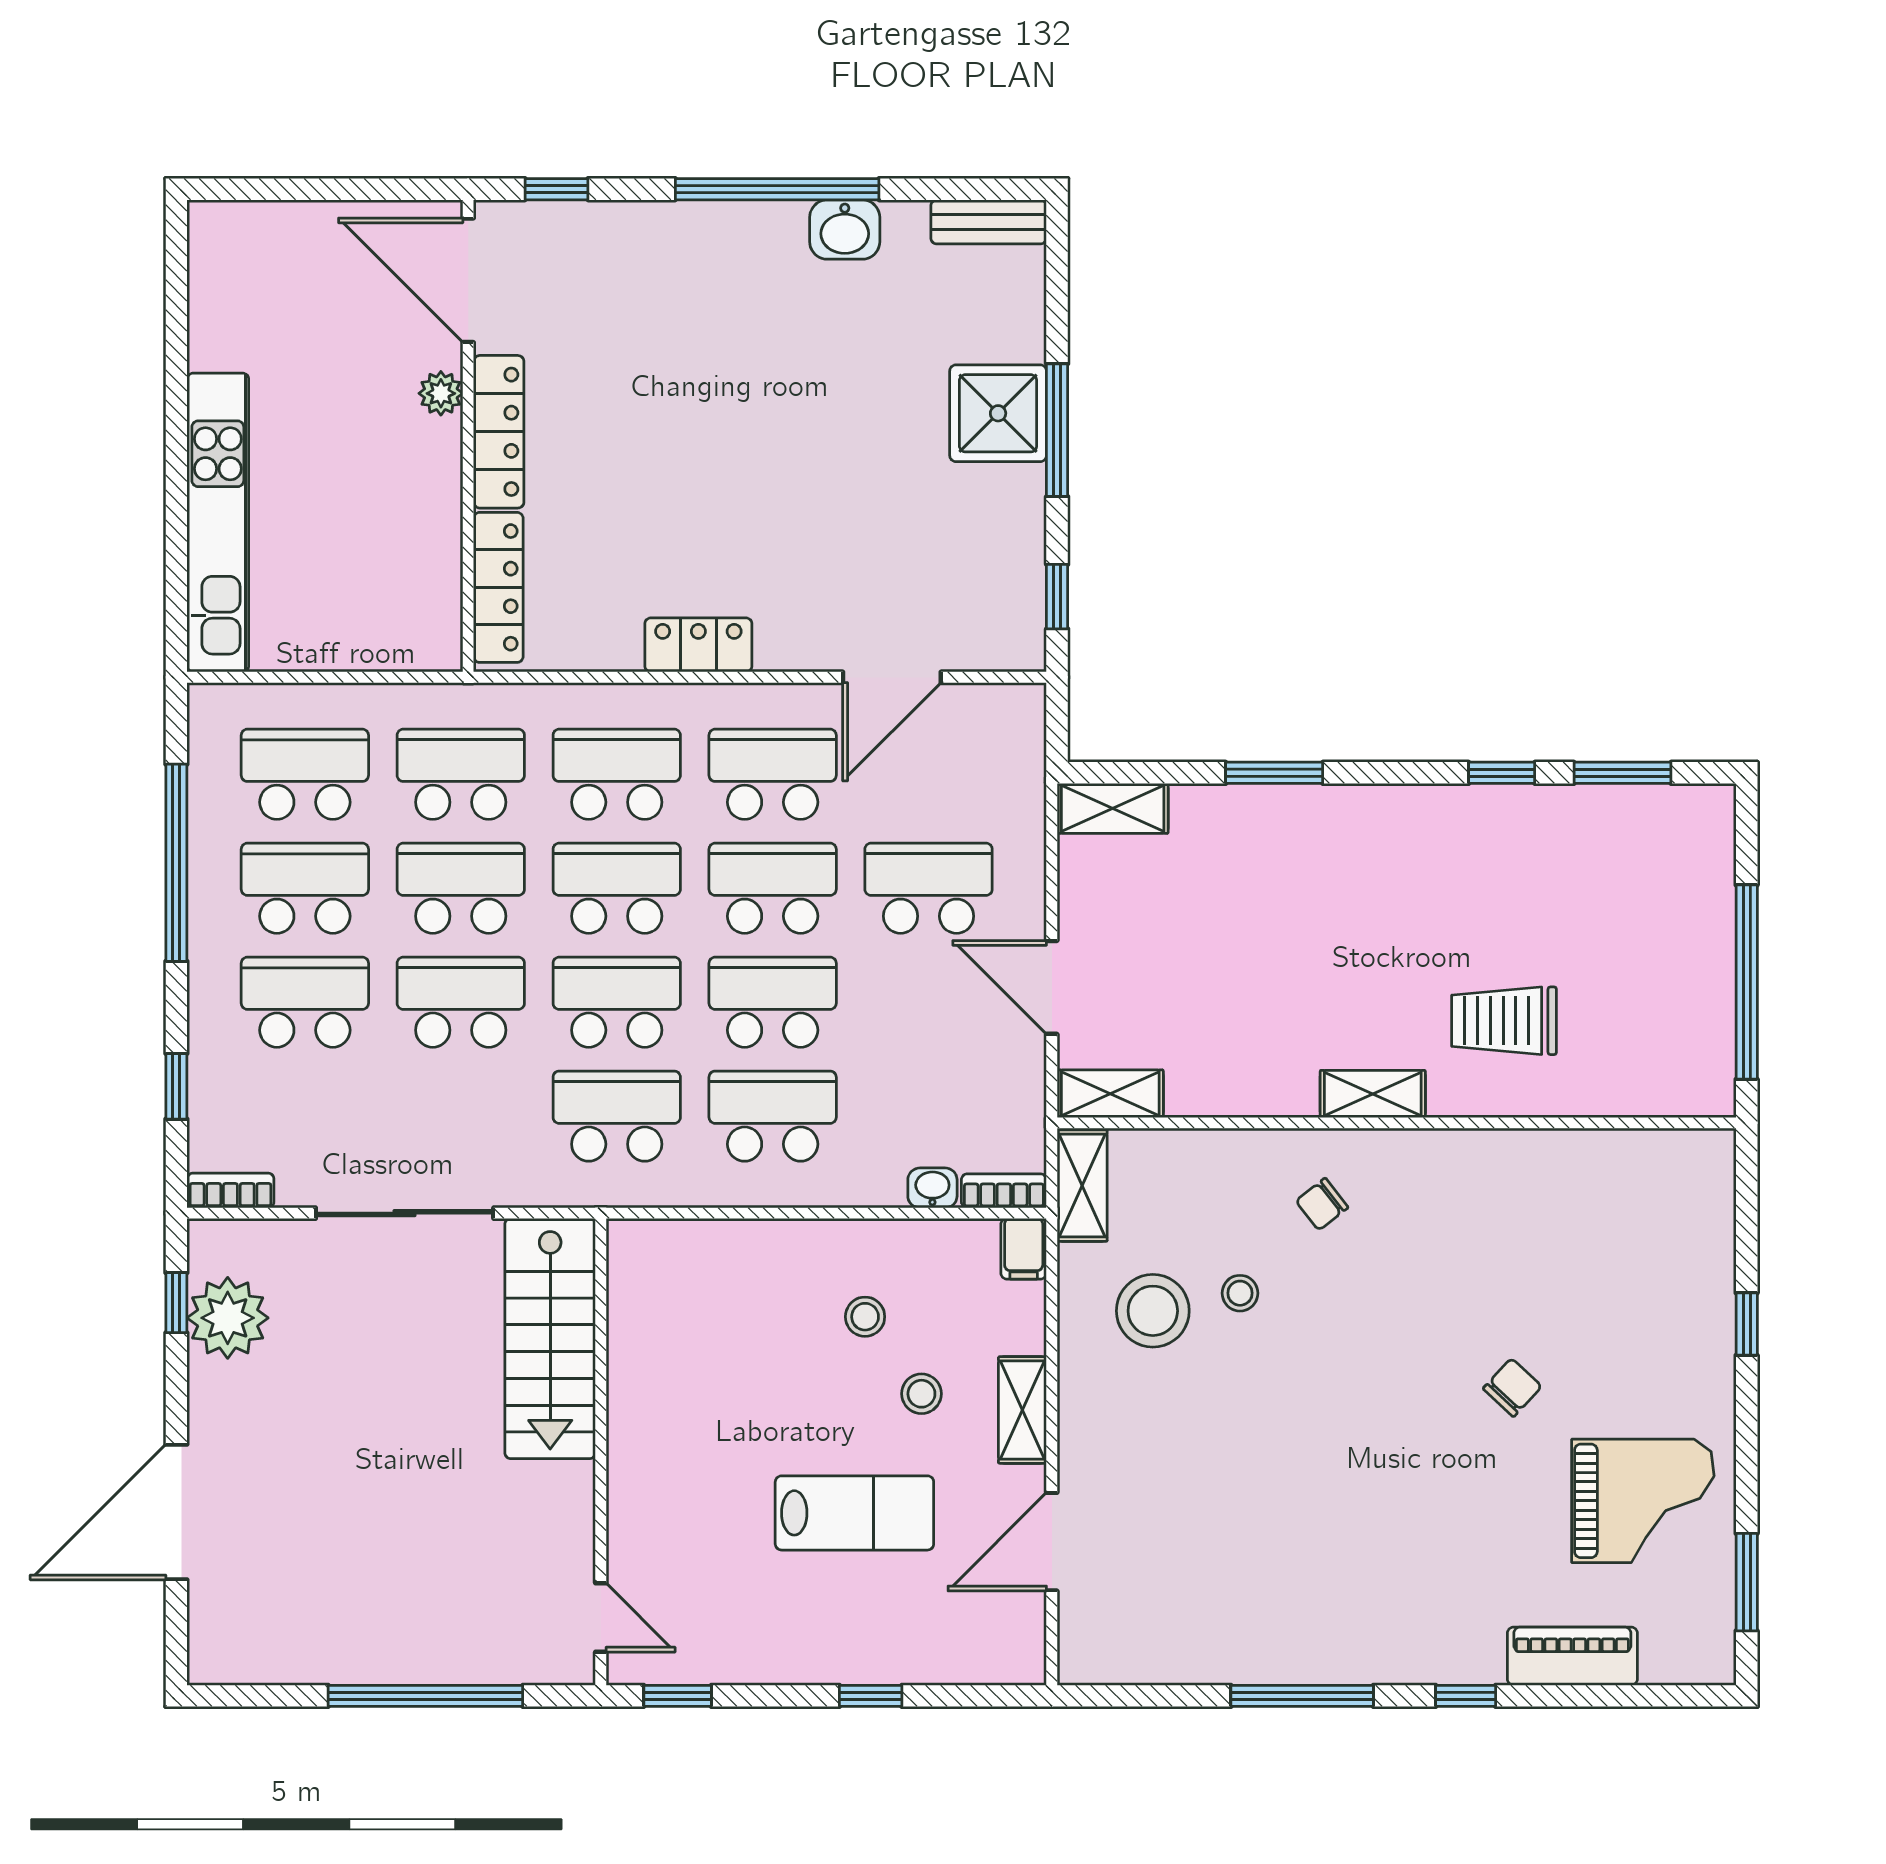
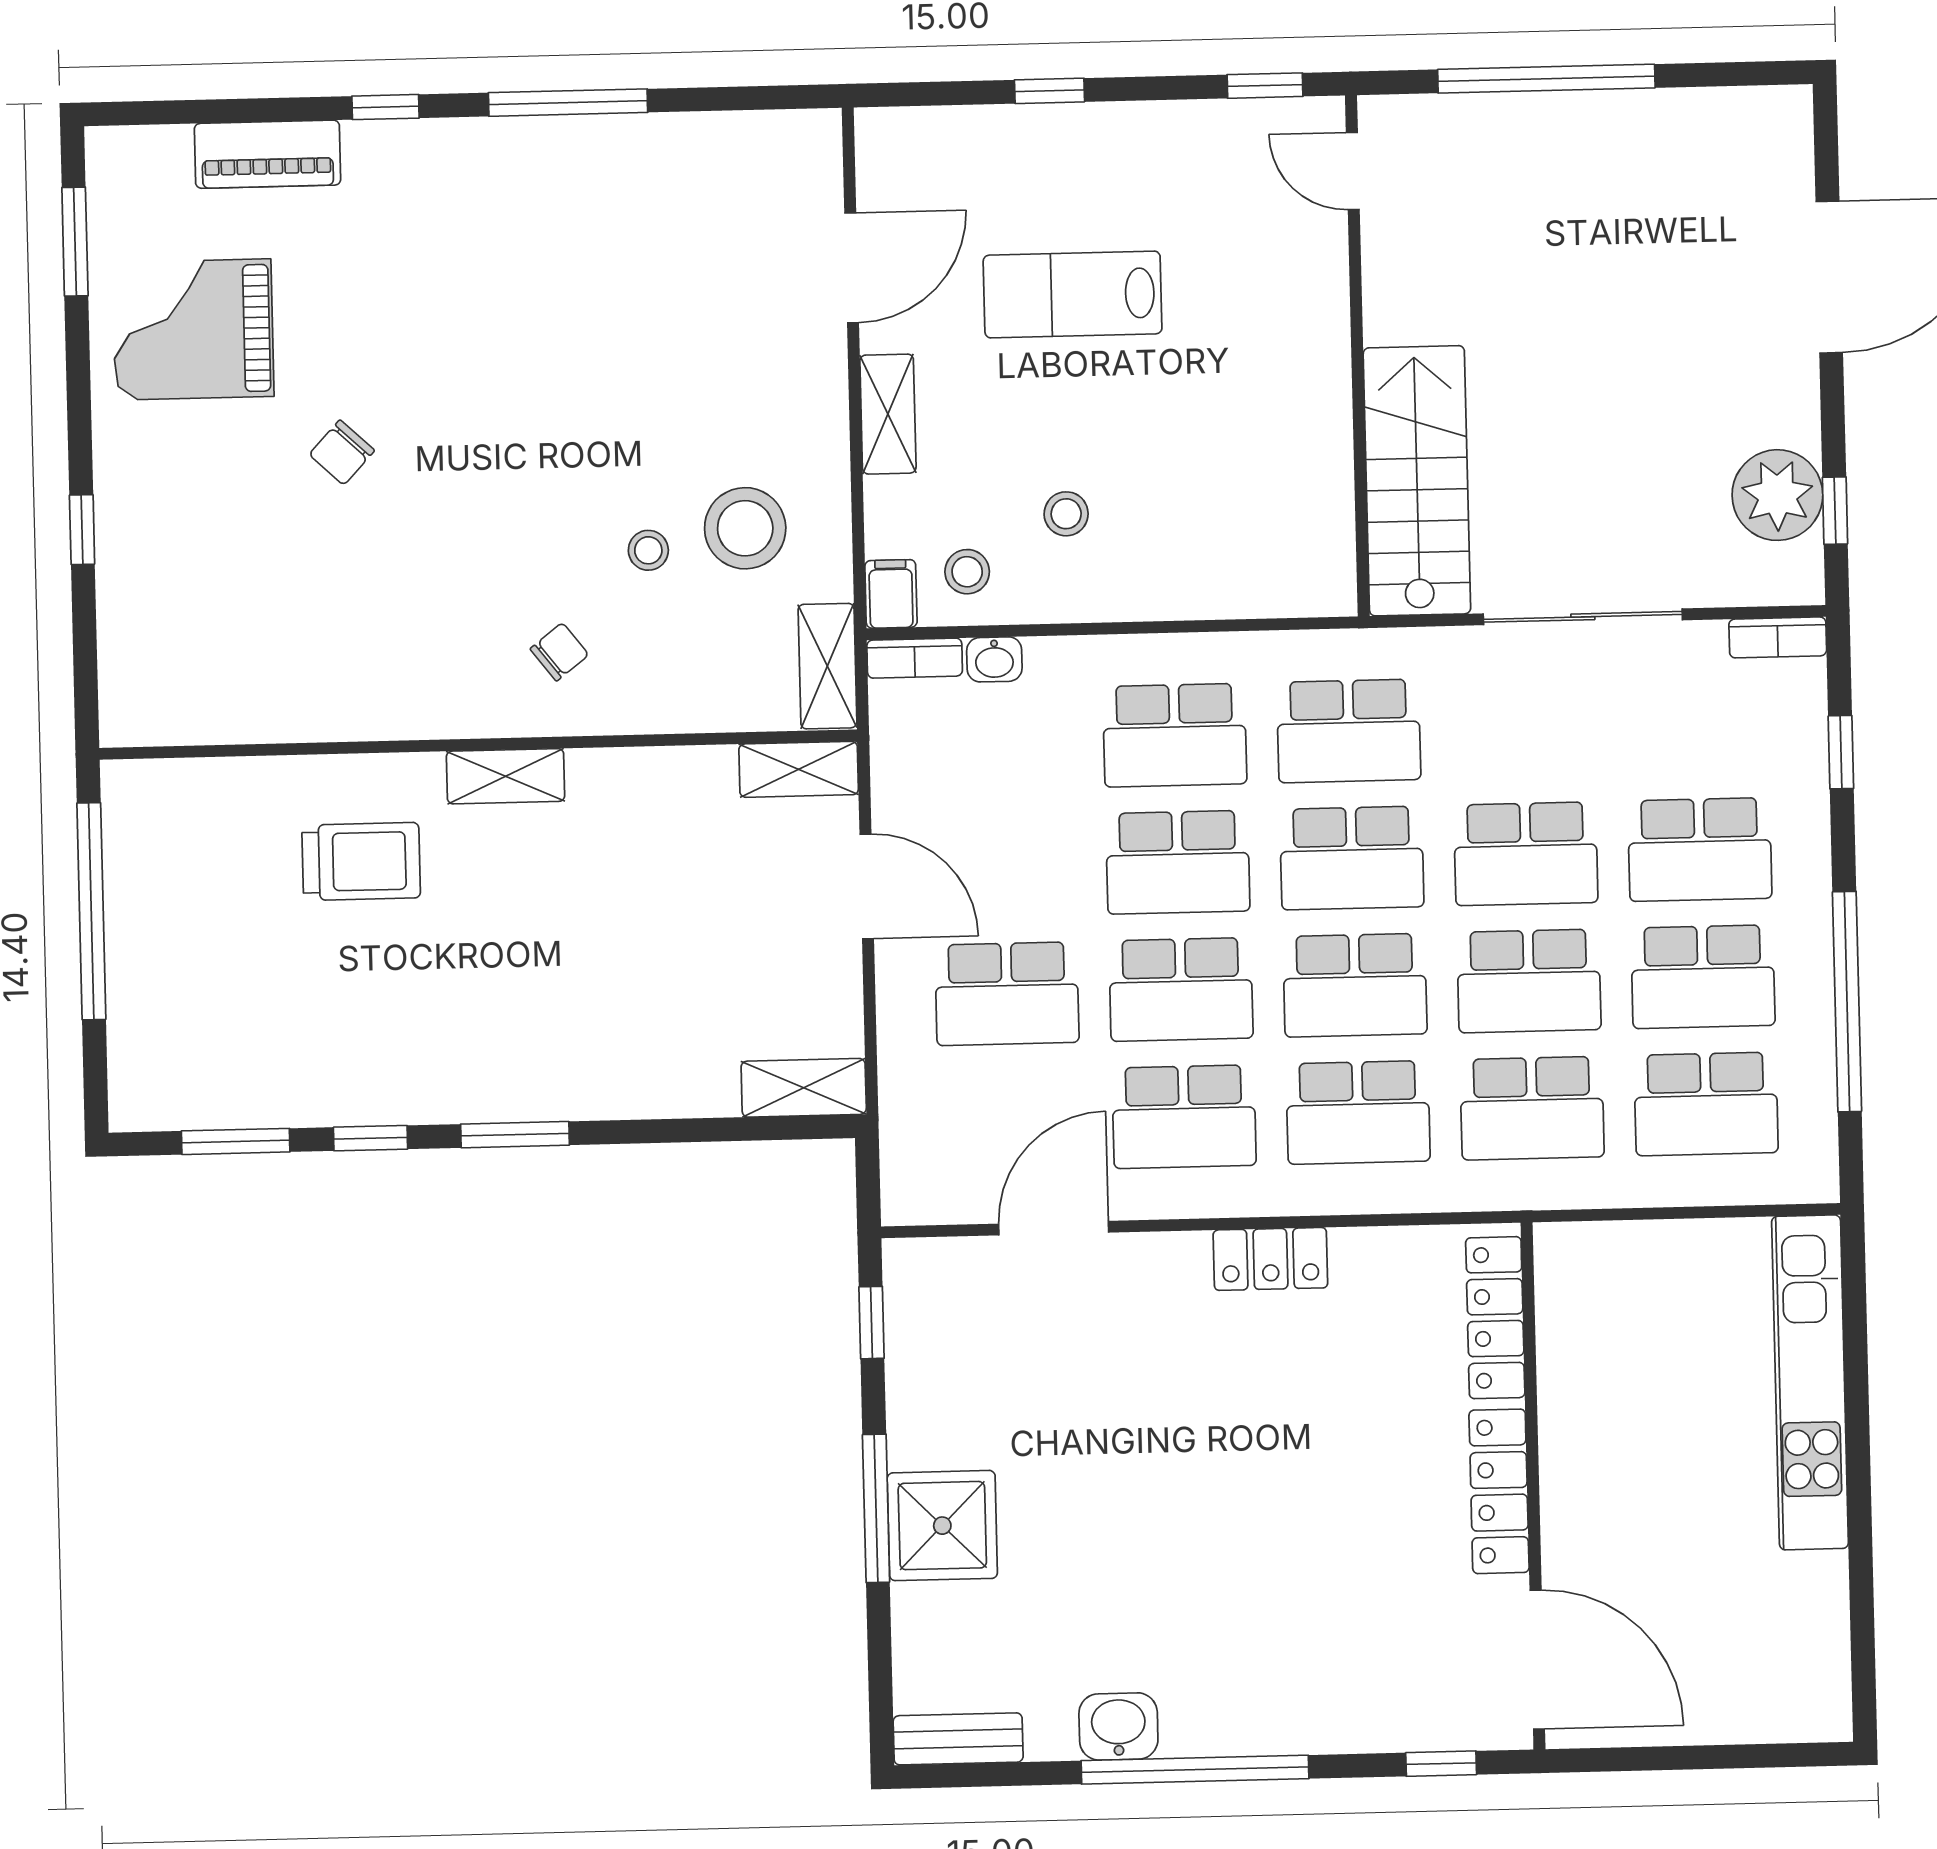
plant: (441, 393) -> (1565, 1533), removed
window: (1274, 773) -> (515, 1135), moved
stool: (921, 1394) -> (967, 572), moved

